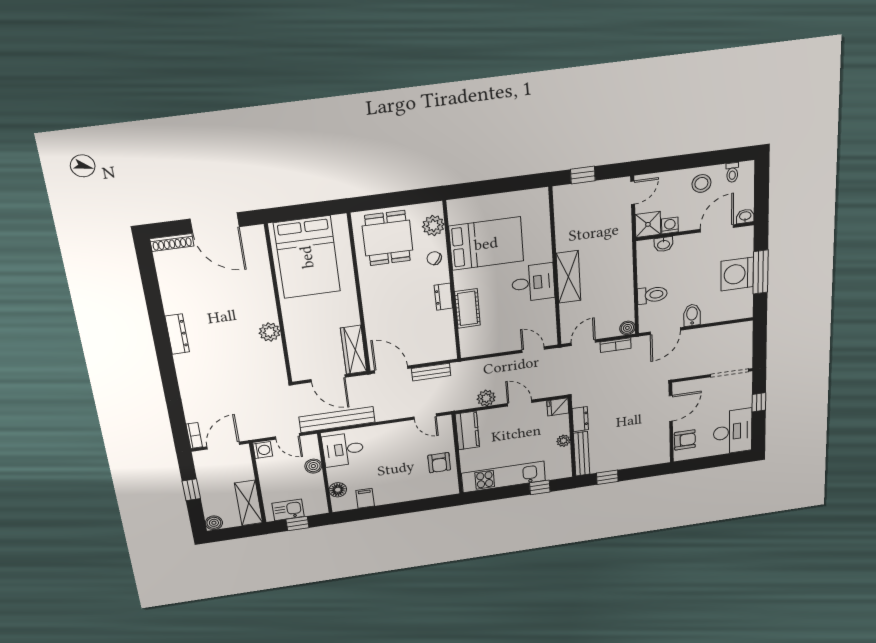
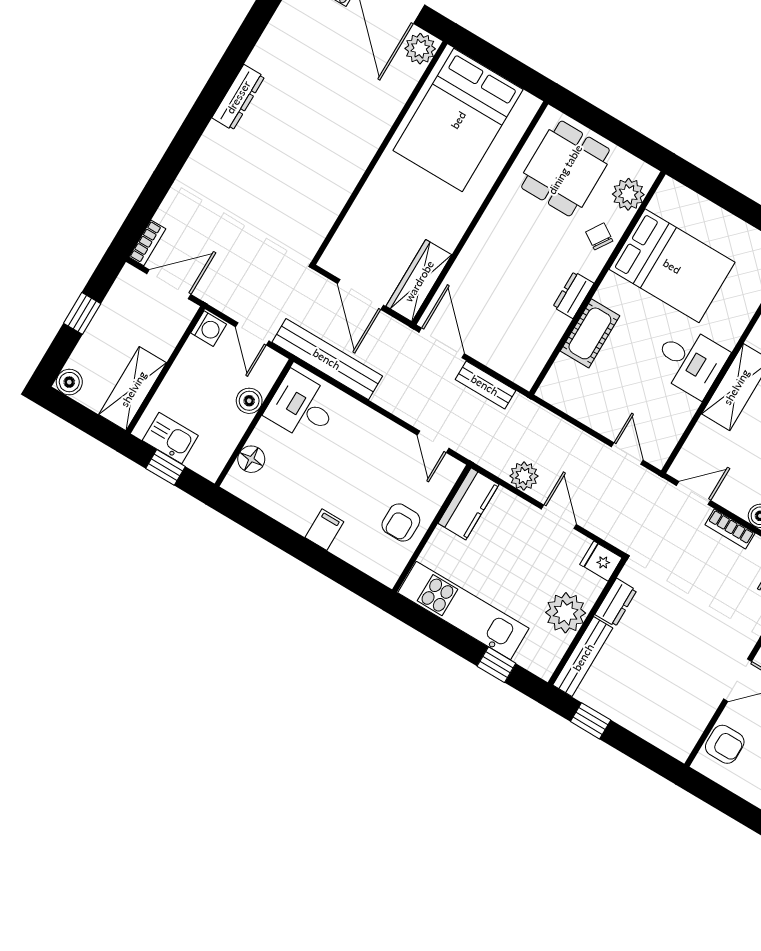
plant: (270, 332) -> (420, 49), moved
plant: (563, 441) -> (566, 613), width x1.87, depth x1.87
filing cabinet: (365, 498) -> (324, 530), moved

